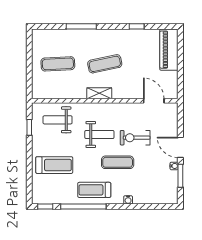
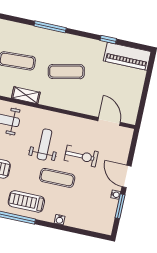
piano: (169, 50) -> (127, 56), moved, turned -90
shelving: (99, 93) -> (26, 95), moved
weight bench: (99, 134) -> (44, 145), turned -90
exercise bike: (135, 138) -> (81, 156), turned 180

